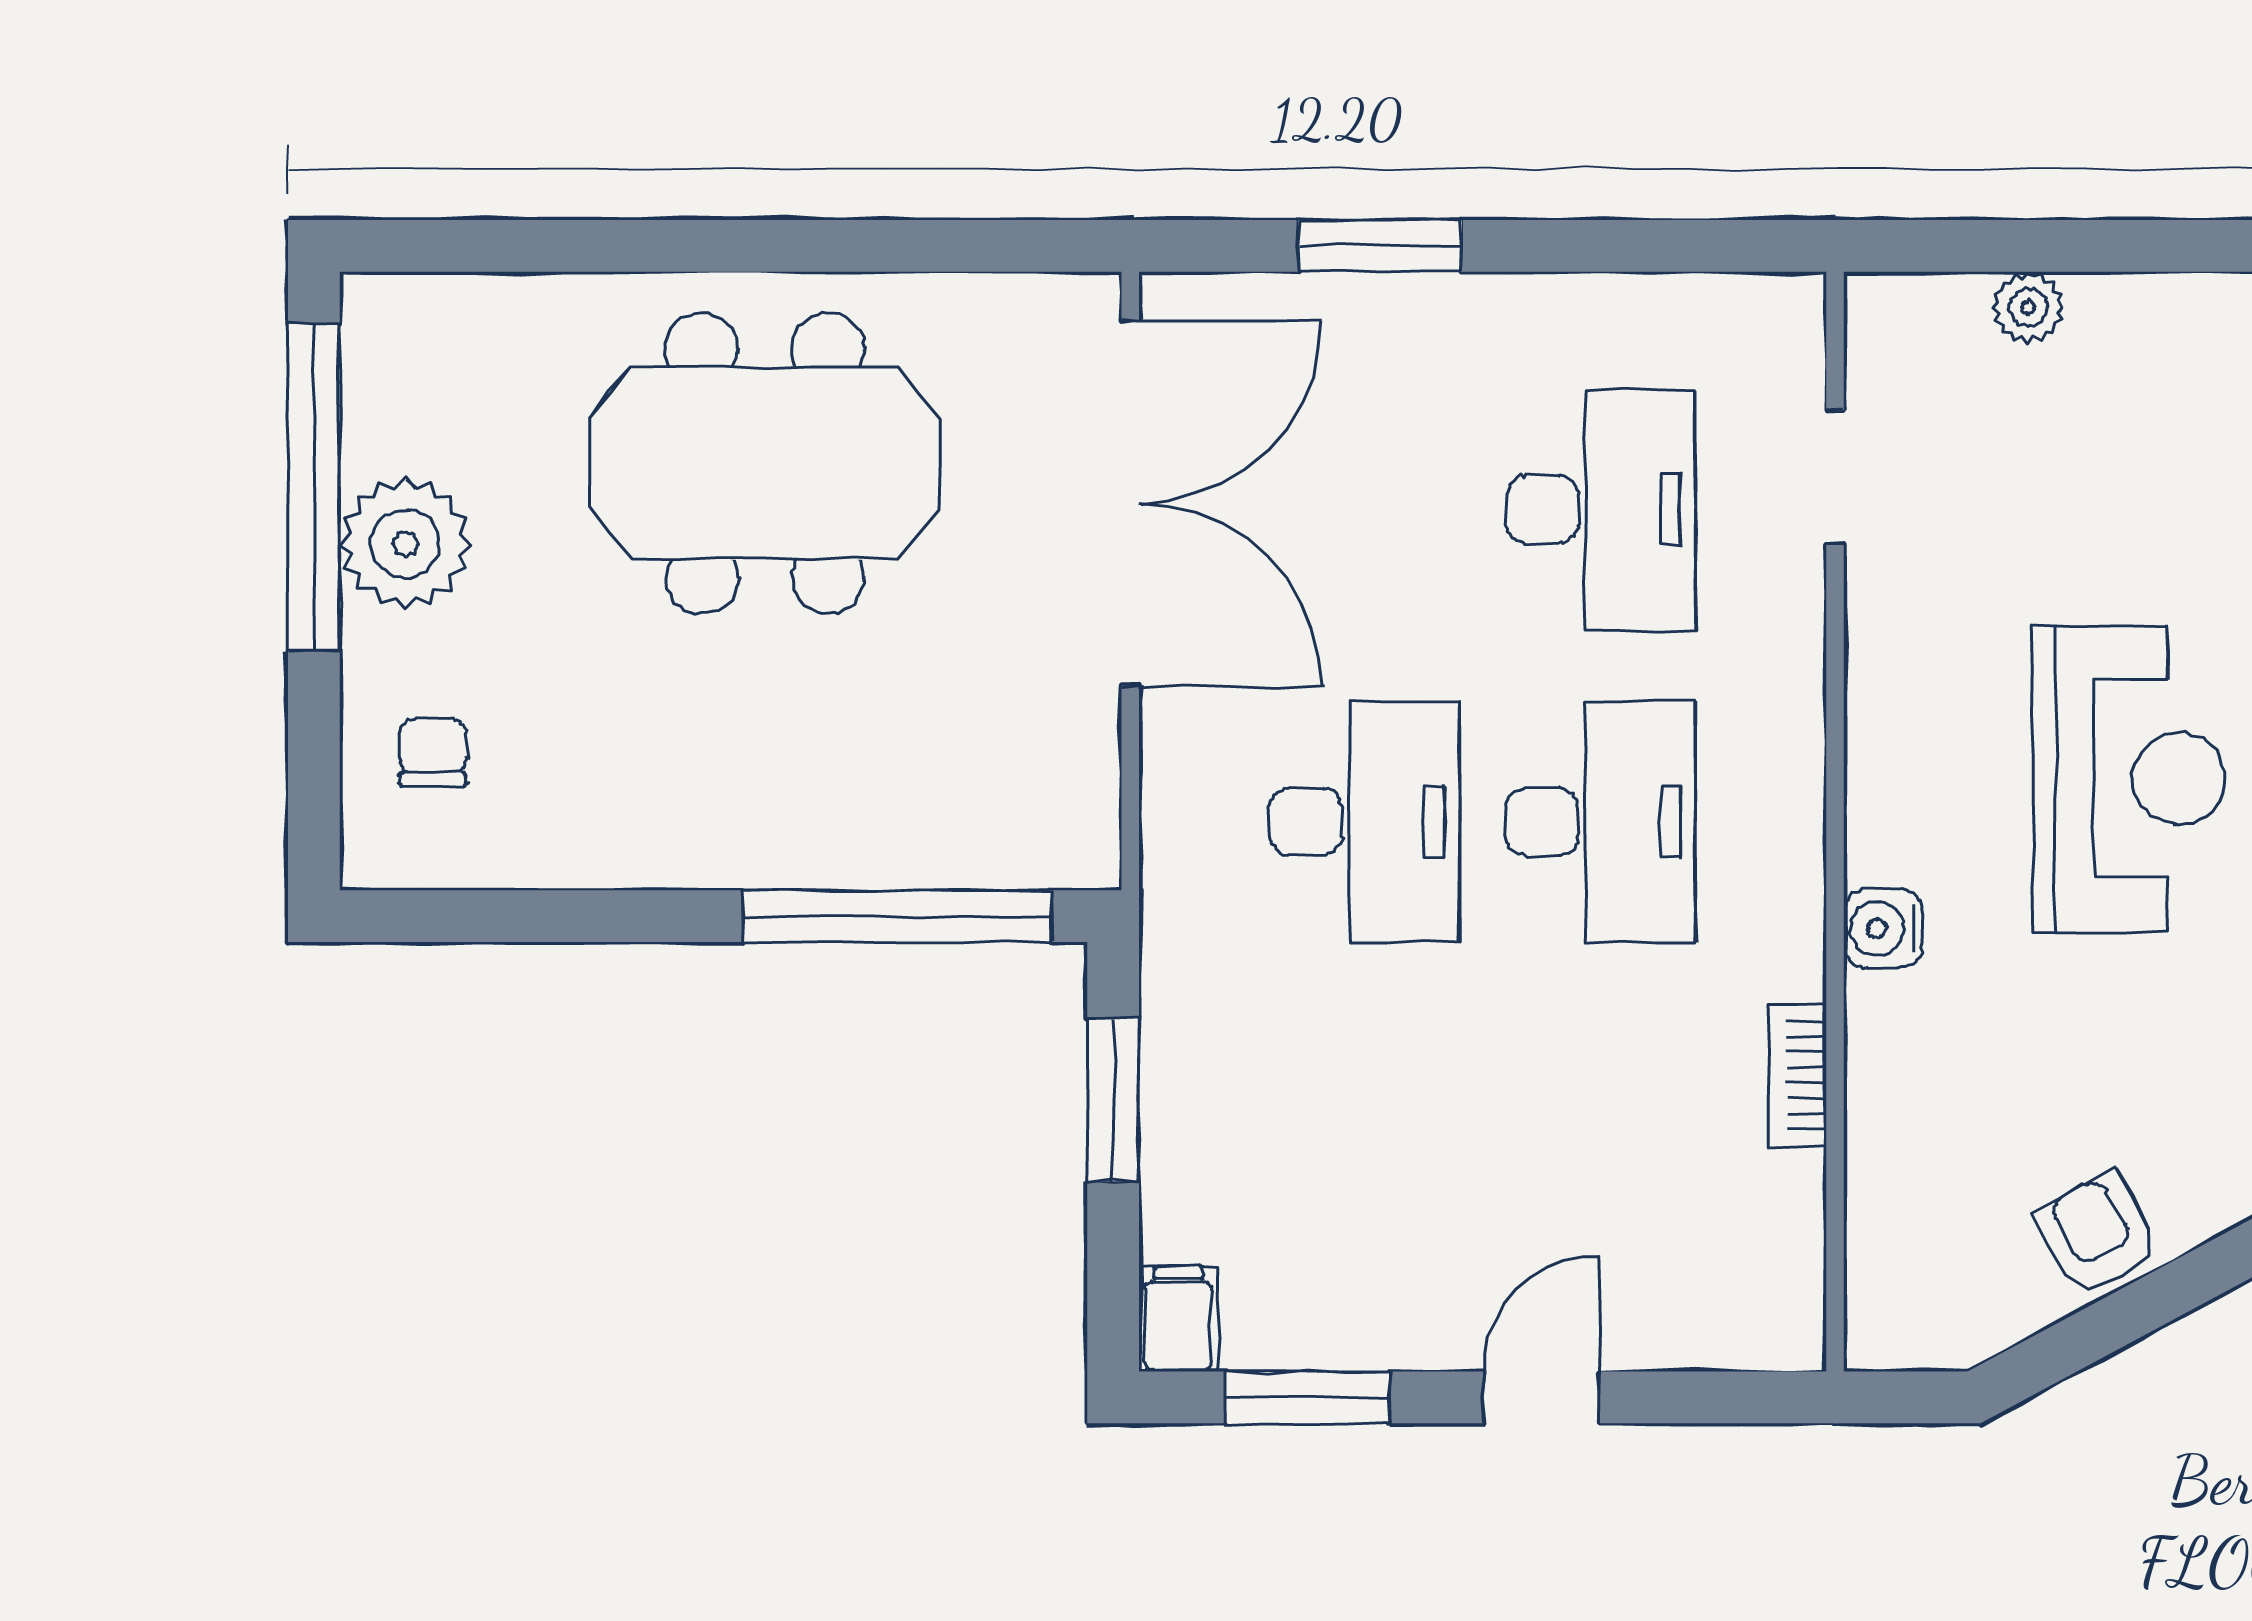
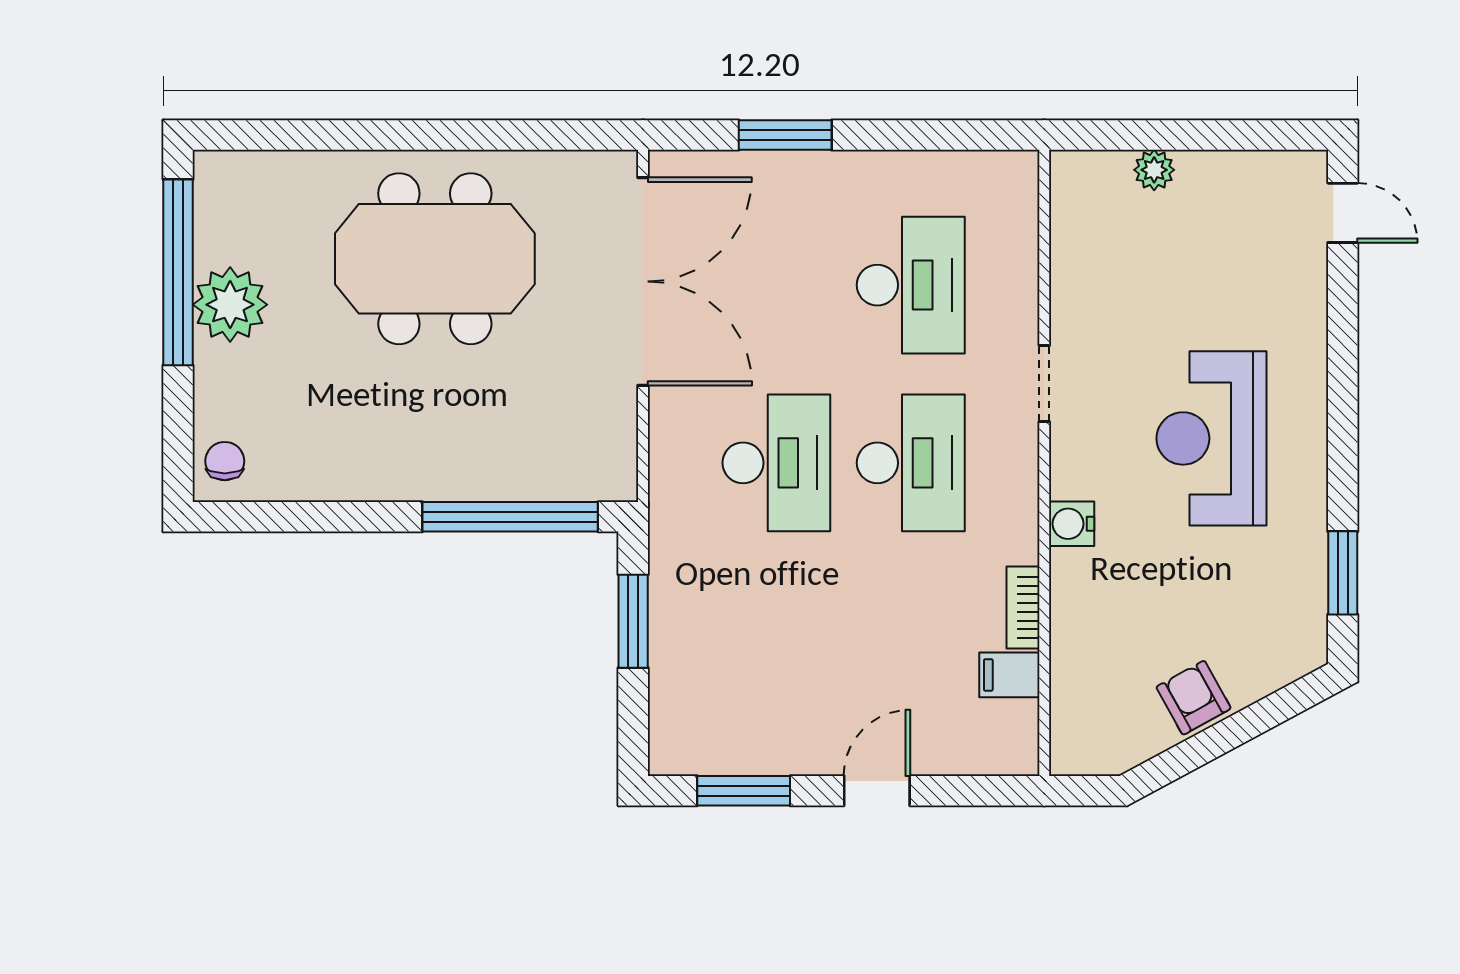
doorway: (1835, 477) -> (1044, 383), moved
chair: (433, 752) -> (225, 461), moved
reception desk: (2129, 779) -> (1211, 438), turned 180
filing cabinet: (1178, 1319) -> (1009, 675), moved, turned -90

